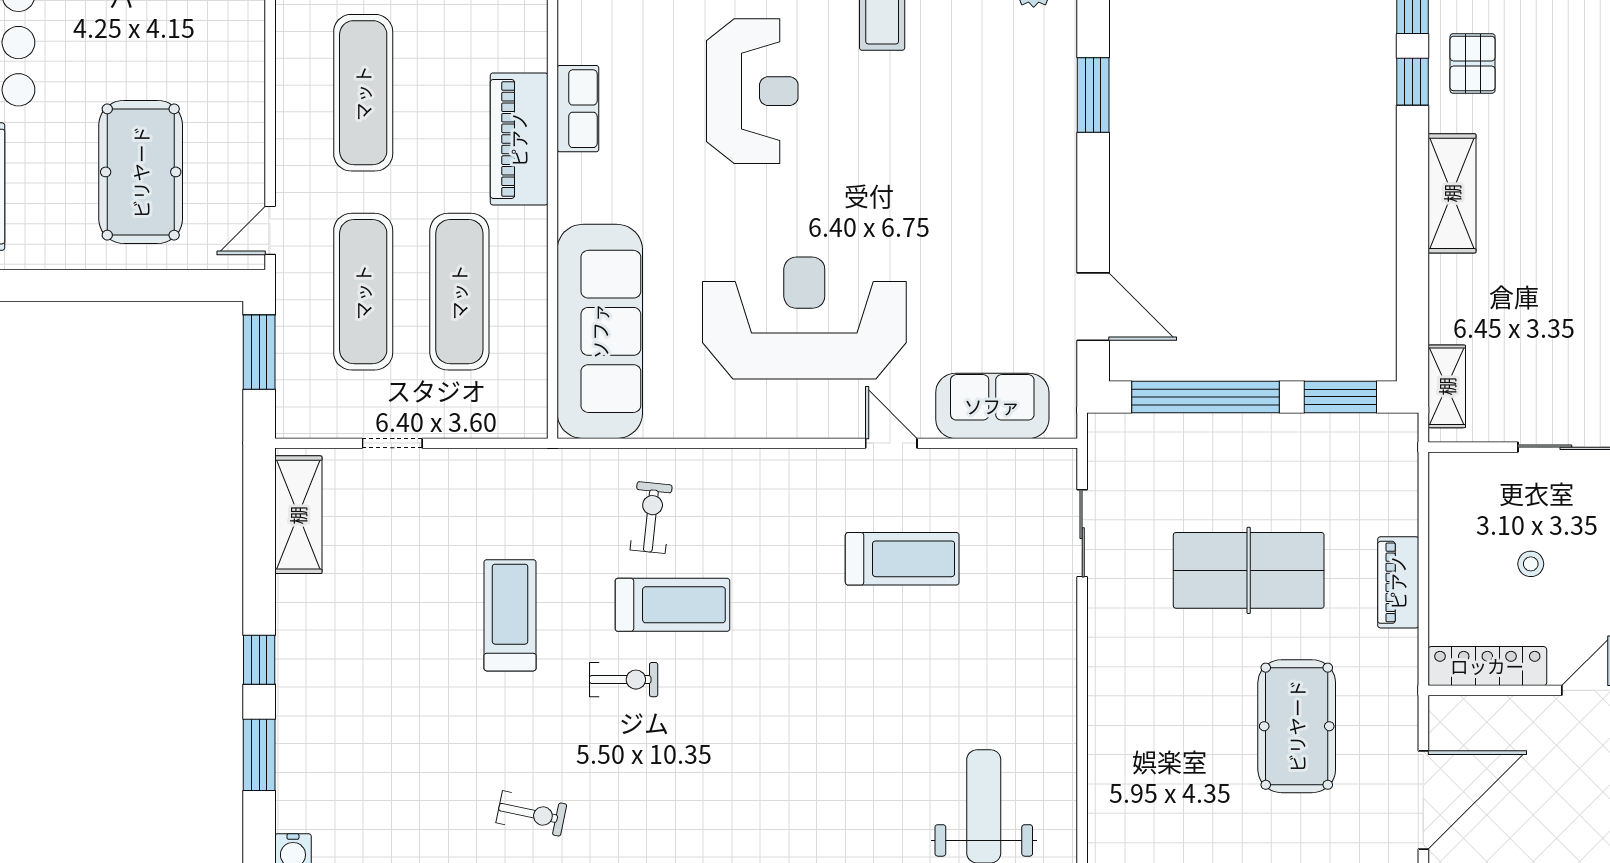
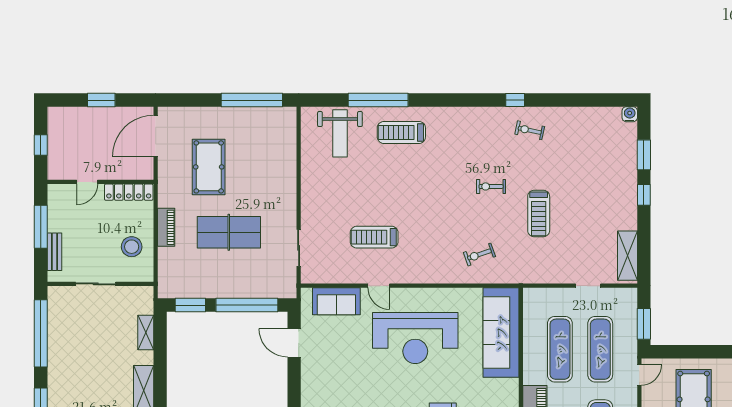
shelving: (1447, 386) -> (146, 332), moved
exercise bike: (651, 518) -> (479, 254), turned 65
stool: (1531, 564) -> (132, 247), moved, width x1.89, depth x1.89
treadmill: (672, 605) -> (401, 132), moved

